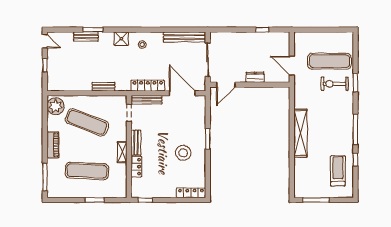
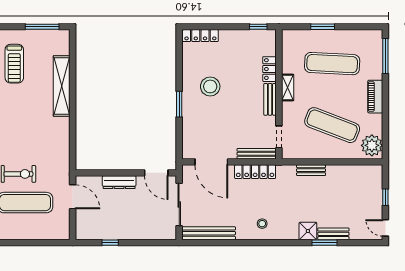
shower: (121, 39) -> (308, 231), moved
dresser: (255, 77) -> (119, 182), width x1.44
door: (226, 85) -> (156, 173), swing flipped
shelving: (301, 133) -> (62, 86), moved

